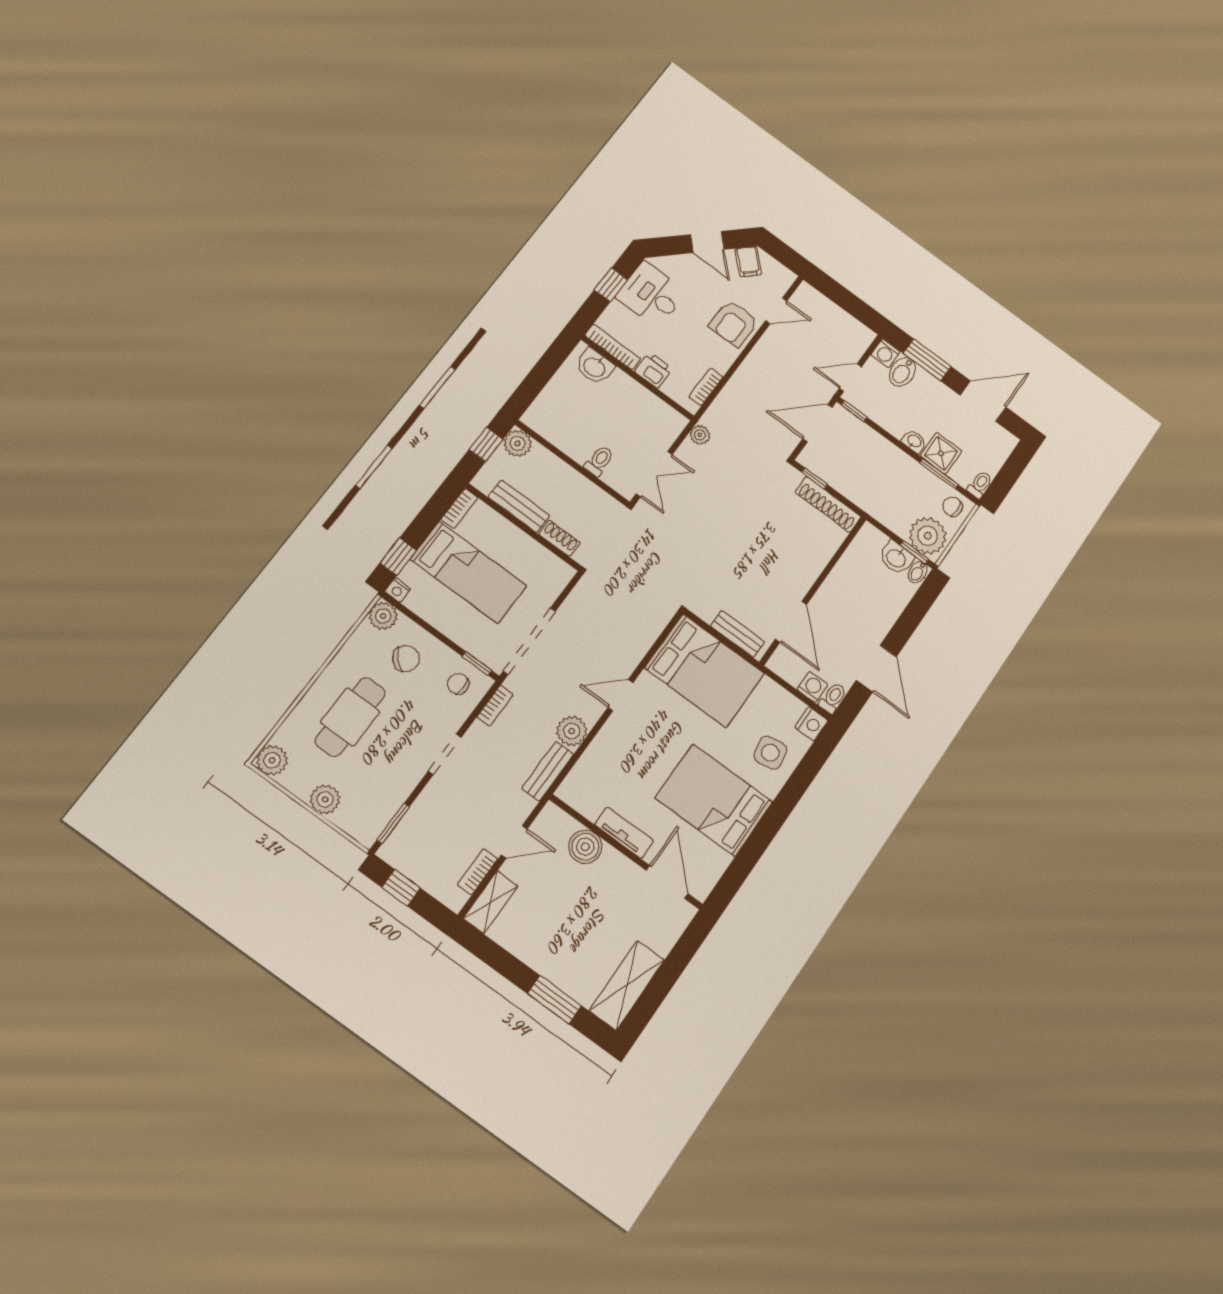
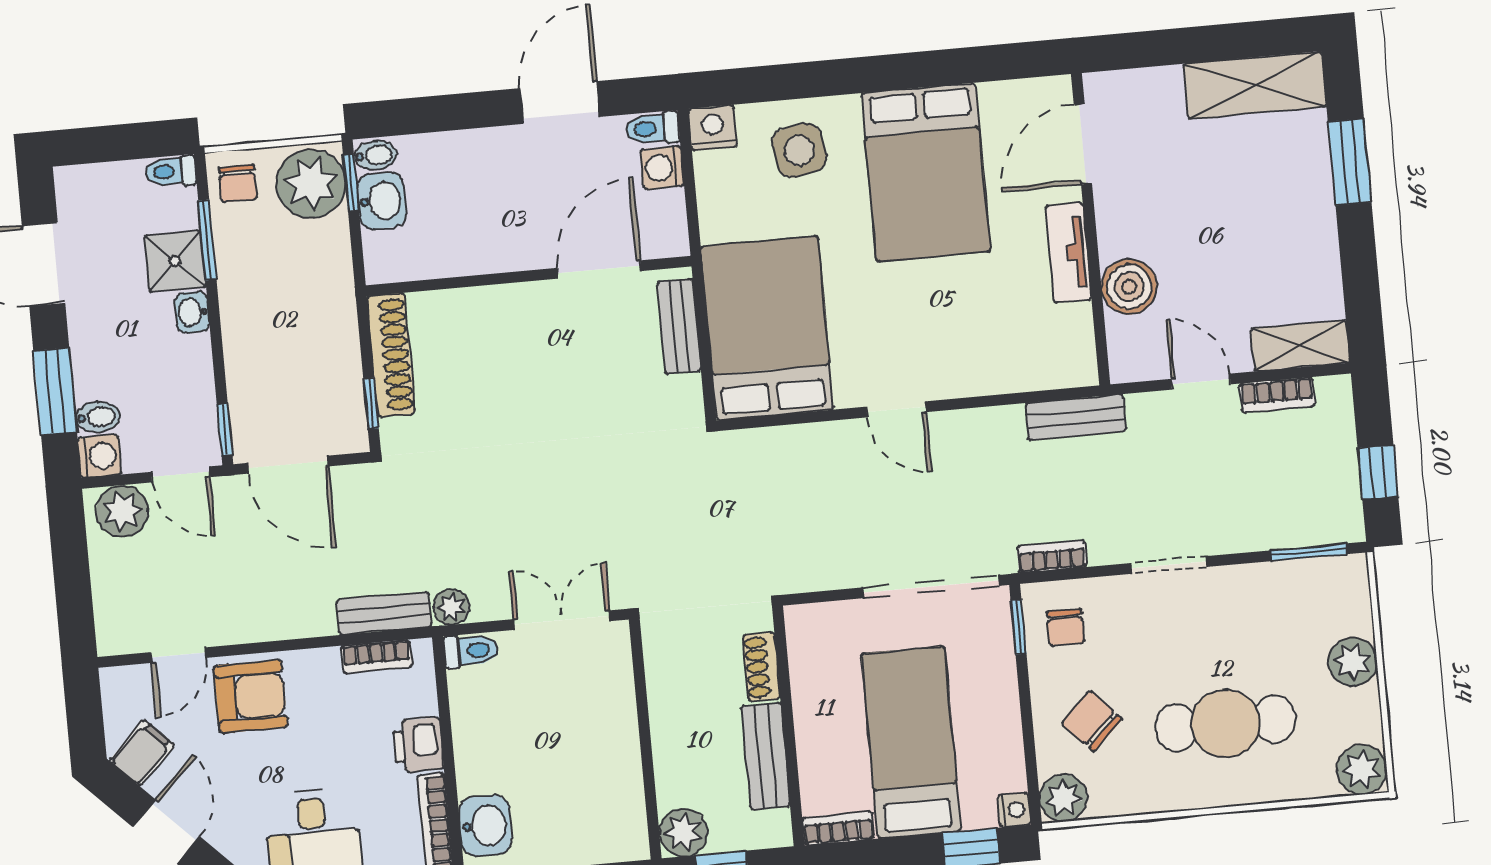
door: (776, 311) -> (178, 655), swing flipped
bidet: (902, 372) -> (98, 417), width x0.72, depth x0.74
bench: (721, 406) -> (384, 613), added
toilet: (599, 461) -> (471, 651), moved, turned 180
plant: (572, 731) -> (122, 511), moved

